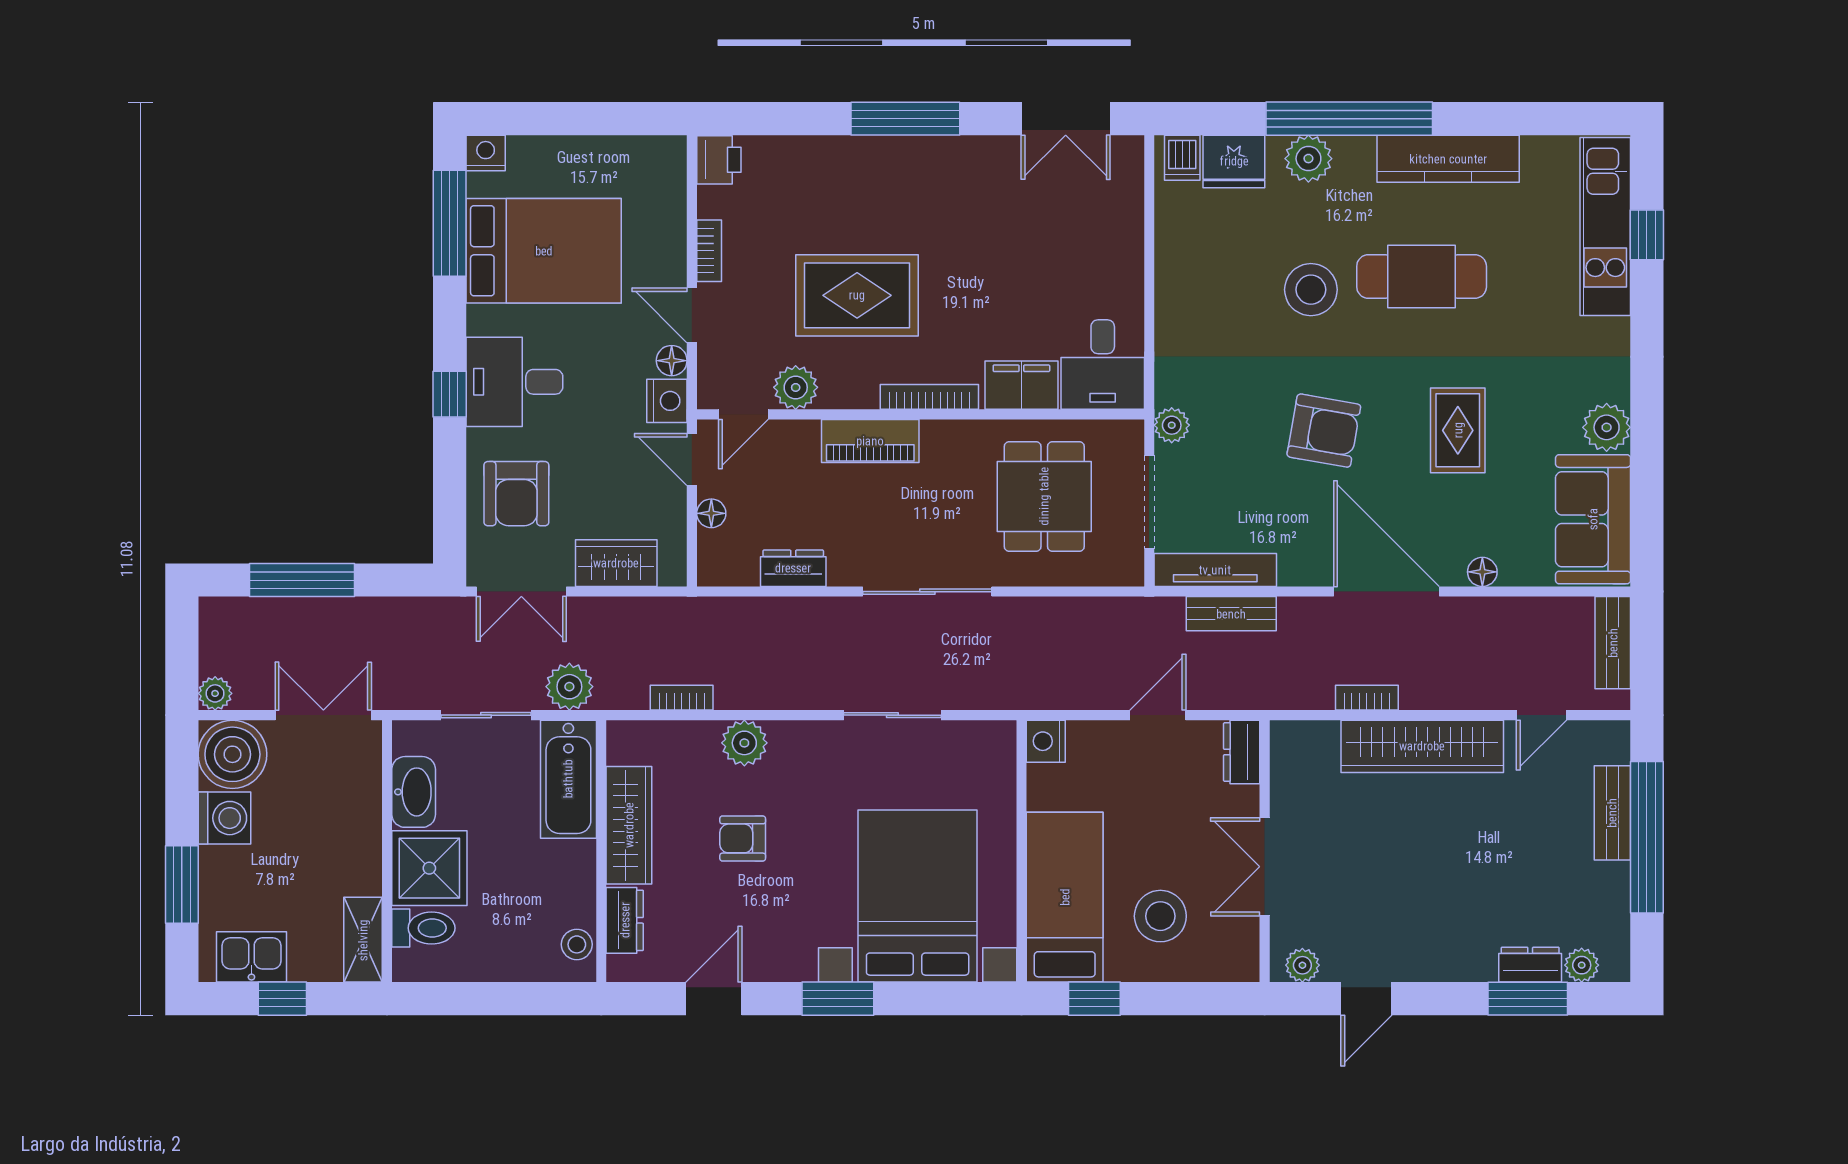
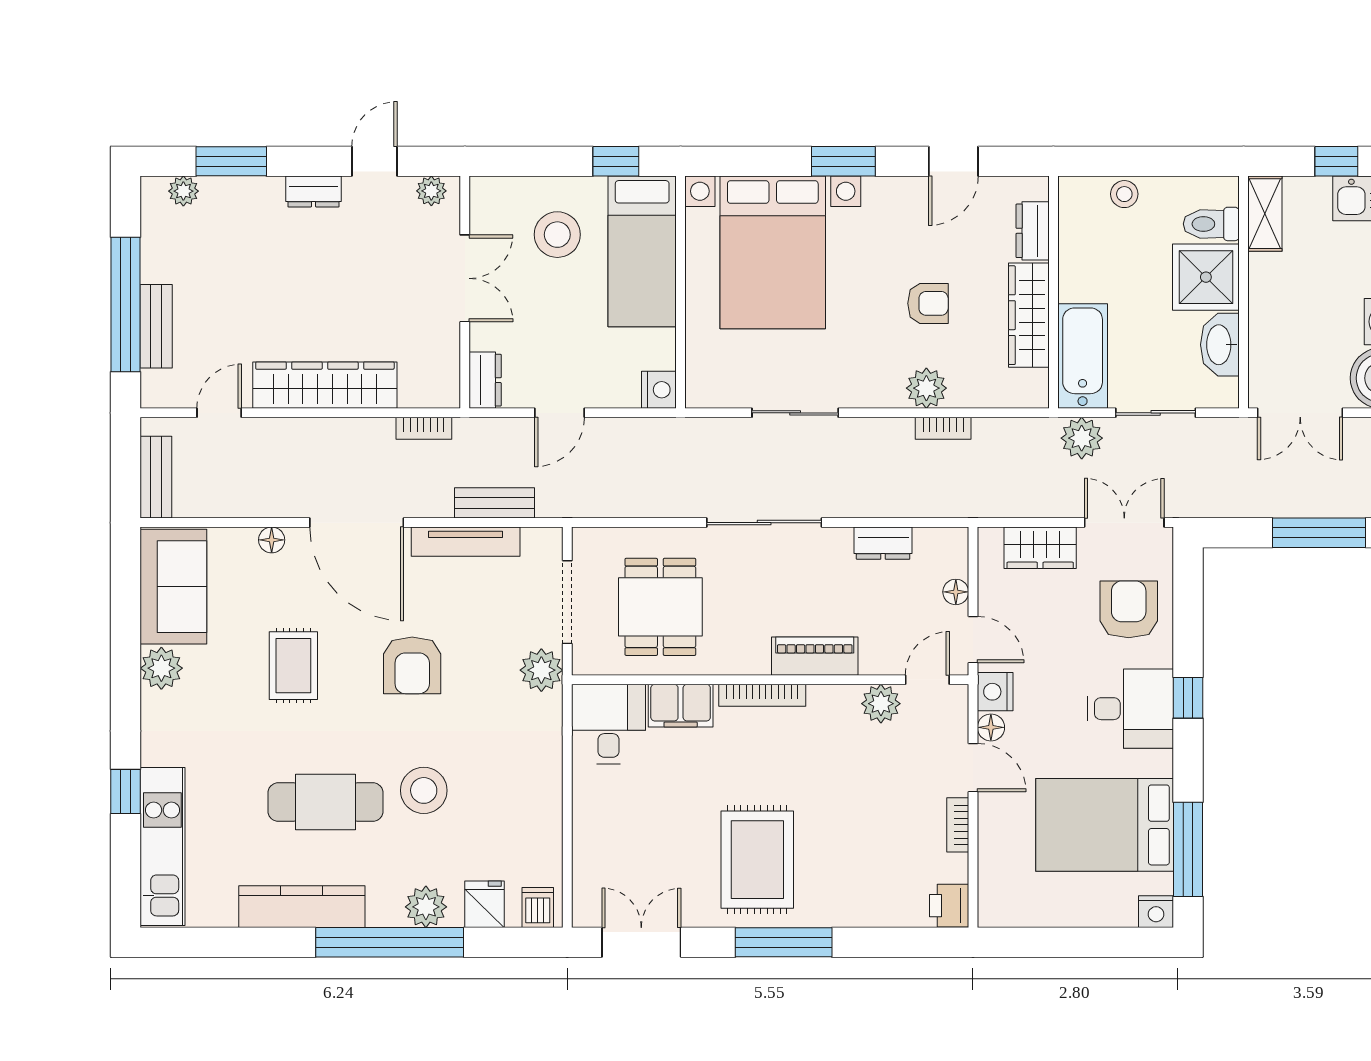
fridge: (1234, 161) -> (485, 904), width x0.72
window: (1647, 235) -> (126, 791), moved
rug: (857, 295) -> (757, 860), moved, turned 90
plant: (1172, 425) -> (541, 670), width x1.38, depth x1.38
armchair: (1324, 431) -> (412, 665), turned -100
tv unit: (1215, 570) -> (466, 542), moved
bookcase: (682, 698) -> (943, 428), moved
bookcase: (1367, 698) -> (424, 428), moved
stool: (577, 944) -> (1124, 194), moved
dresser: (1530, 965) -> (314, 192), moved

